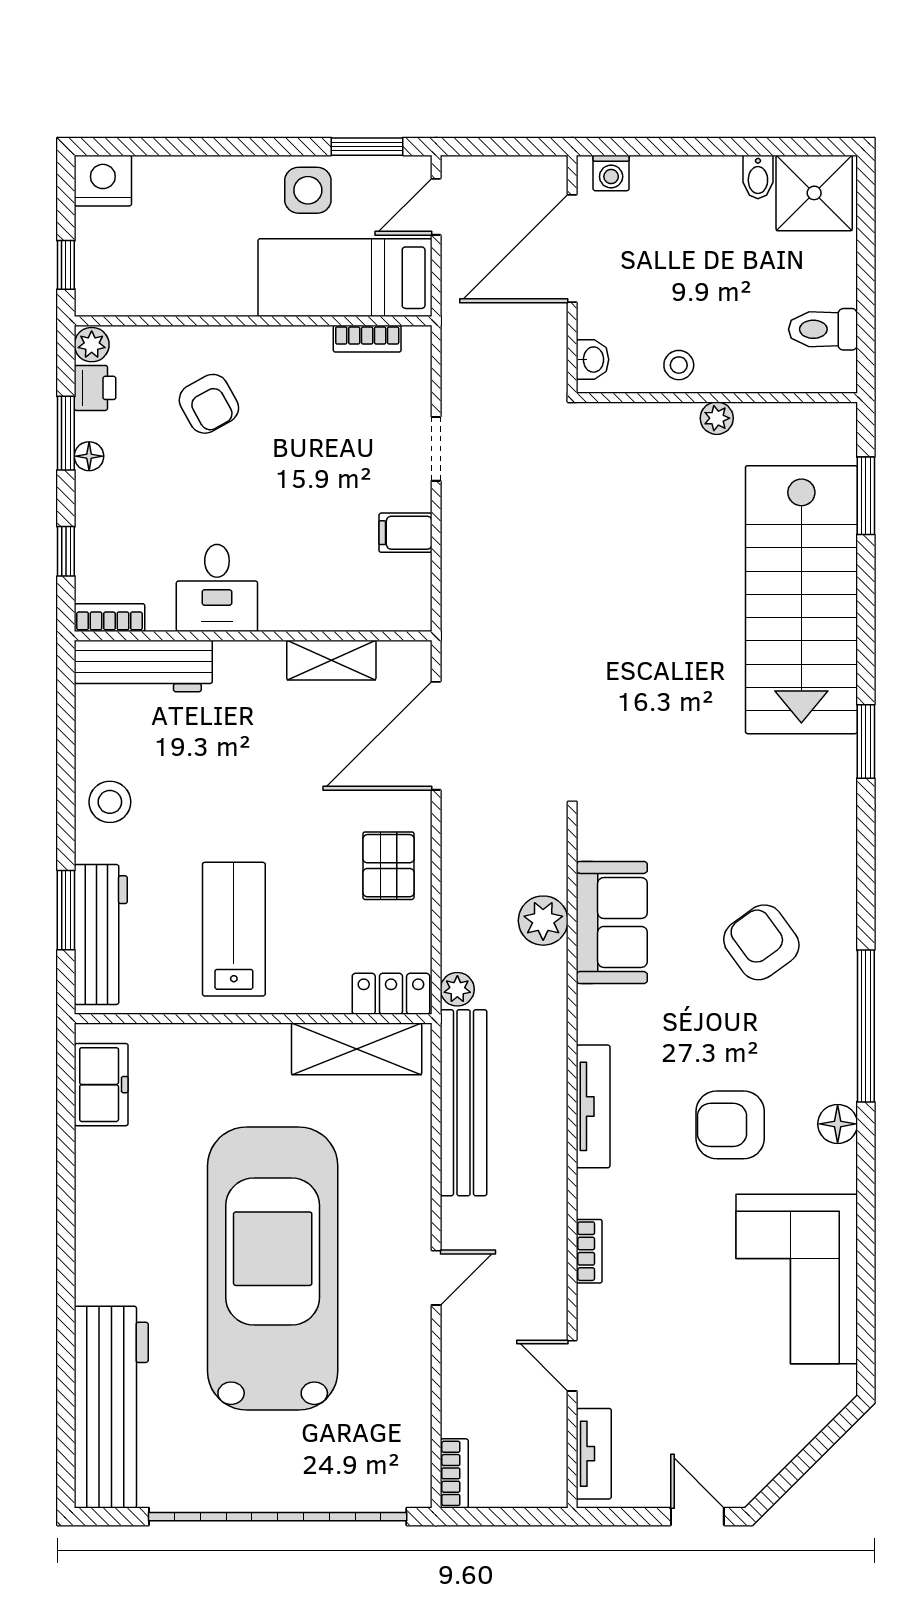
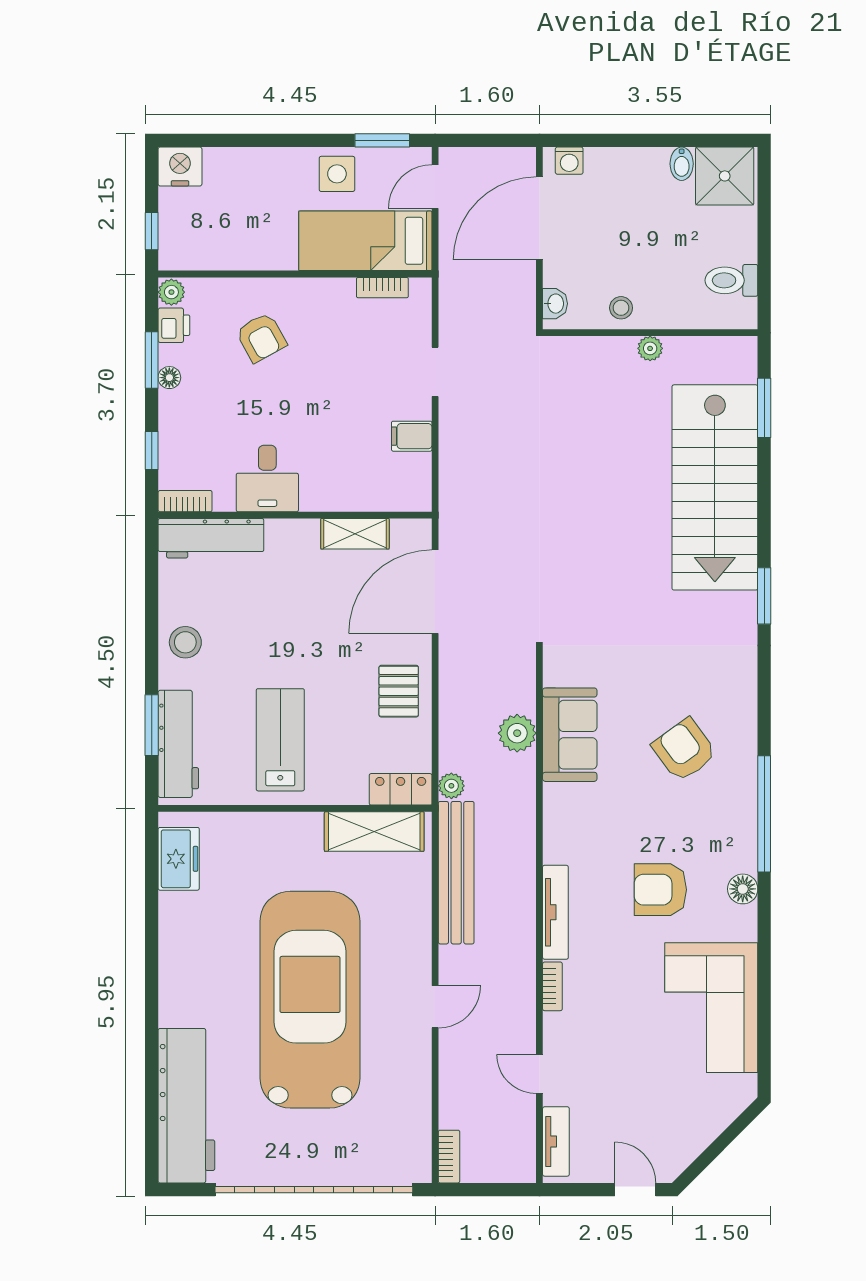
tv unit: (593, 1106) -> (555, 912), moved

